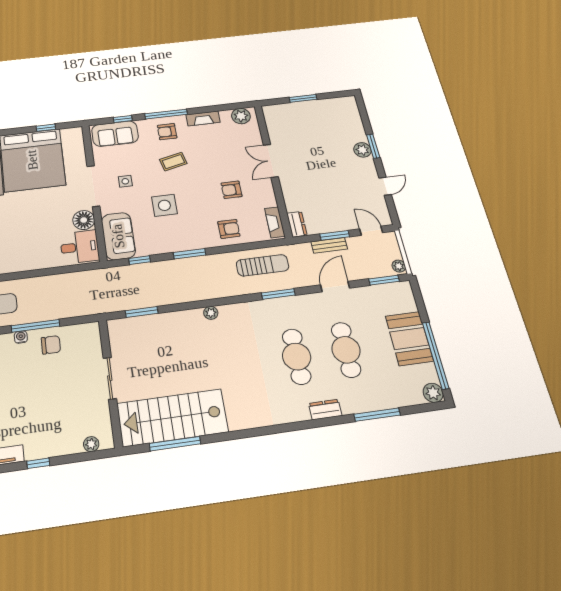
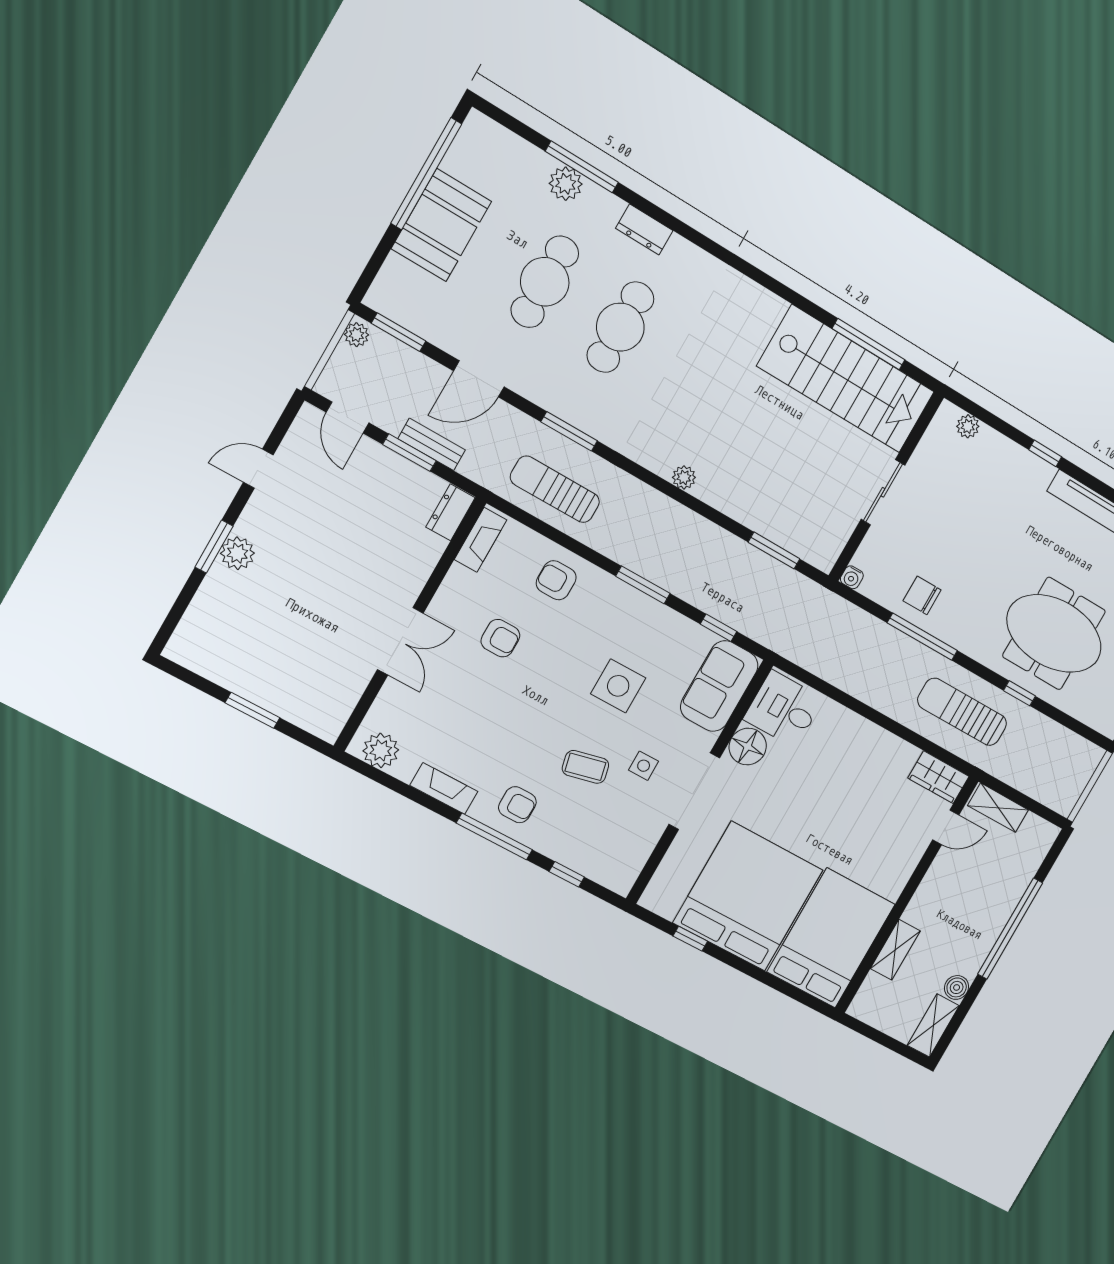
sofa: (115, 134) -> (598, 857), removed
coffee table: (173, 162) -> (585, 767), moved
water cooler: (21, 337) -> (852, 577), moved
plant: (433, 393) -> (566, 184), moved

